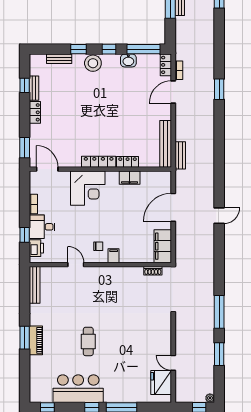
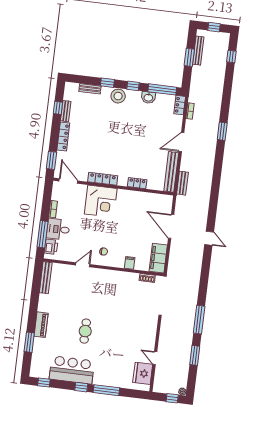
door: (173, 92) -> (181, 142), moved
locker: (35, 112) -> (63, 137), width x1.53
locker: (99, 162) -> (103, 179), moved
filing cabinet: (130, 178) -> (137, 197), removed
door: (173, 207) -> (171, 226), hinge flipped
door: (219, 216) -> (209, 238), hinge flipped
window: (25, 235) -> (42, 234), width x2.17
filing cabinet: (114, 256) -> (130, 263), moved
door: (76, 265) -> (83, 265), hinge flipped
window: (25, 338) -> (29, 342), moved

